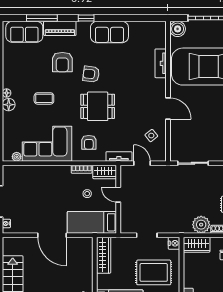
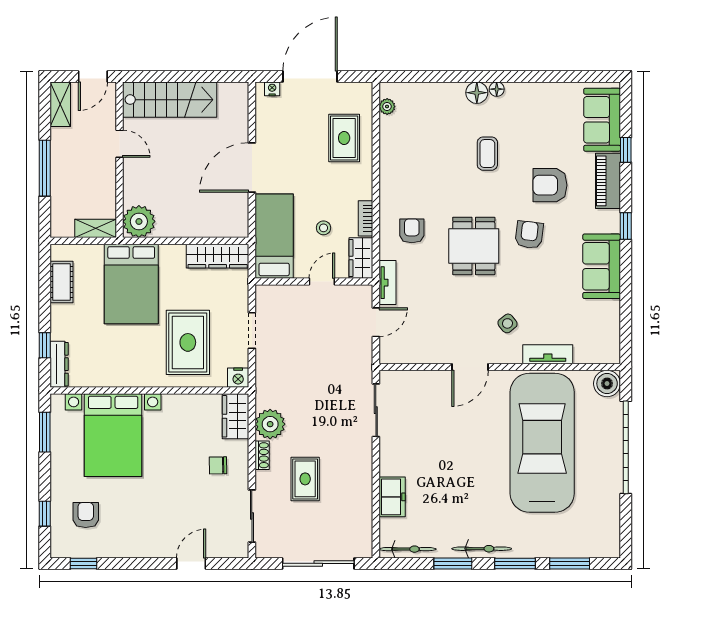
window: (42, 18) -> (626, 150), width x0.46
side table: (151, 136) -> (507, 323), moved
armchair: (89, 142) -> (412, 231), turned 90
corner sofa: (47, 144) -> (409, 159), removed
rug: (35, 182) -> (344, 138), added

